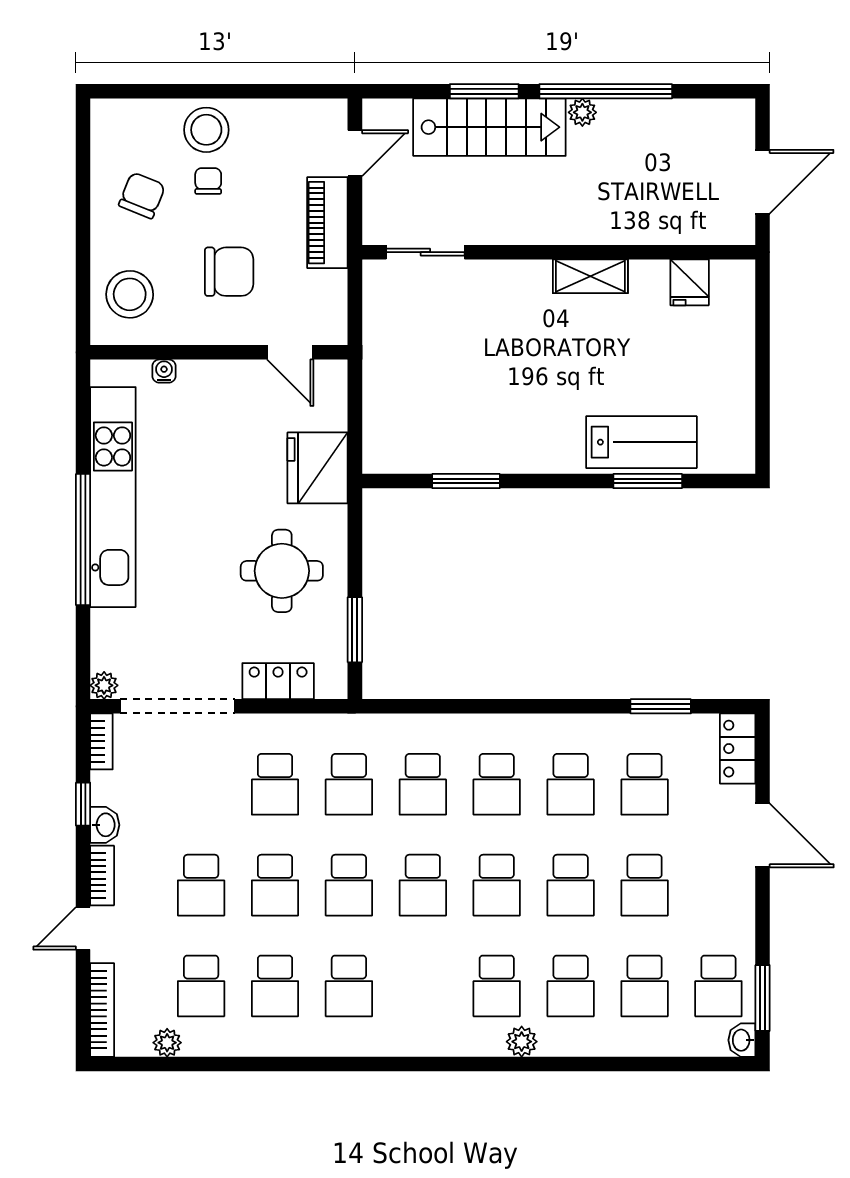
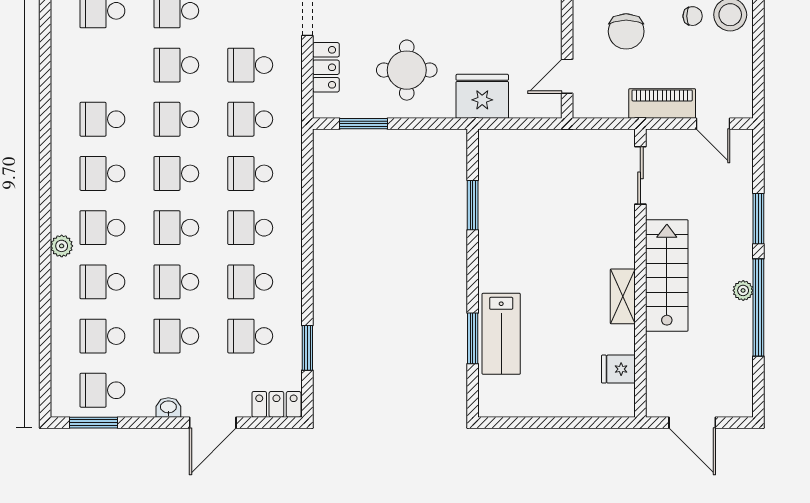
stairs: (489, 127) -> (667, 275), moved, turned 180
school desk: (275, 986) -> (102, 173), moved
washbasin: (742, 1040) -> (168, 407), moved

